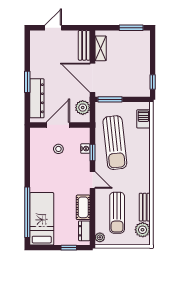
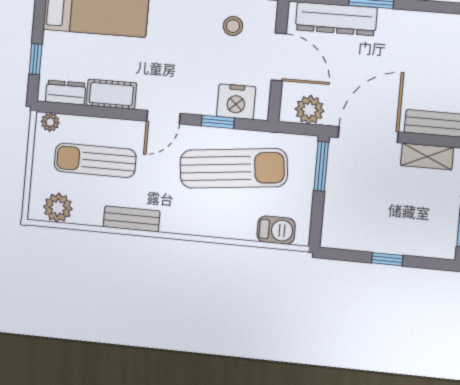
window: (153, 82) -> (387, 259), moved
sun lounger: (115, 143) -> (234, 168), turned 180
stool: (58, 149) -> (233, 26), moved
nightstand: (85, 149) -> (236, 102), width x1.89, depth x1.79
bench: (145, 207) -> (132, 219), moved

